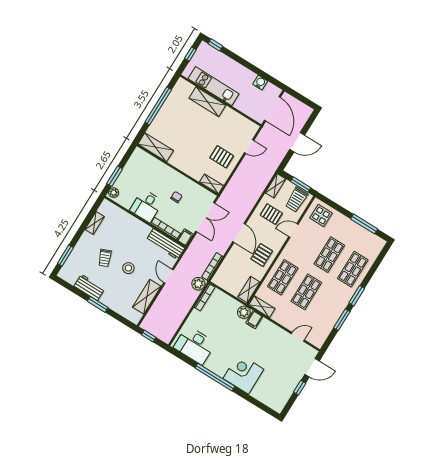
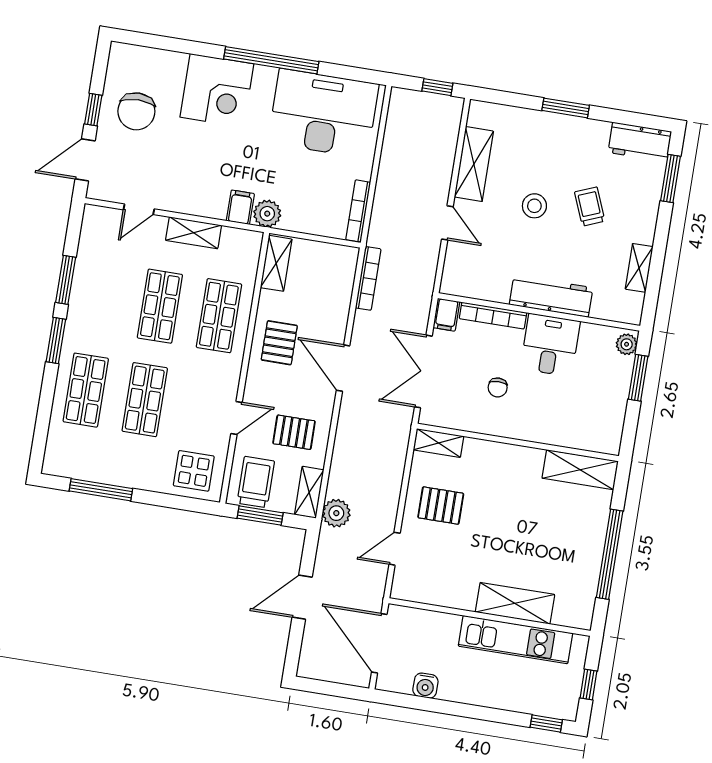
workbench: (165, 244) -> (551, 296), moved
plant: (198, 284) -> (336, 513), moved
workbench: (89, 287) -> (640, 142), moved
shelving: (262, 307) -> (194, 233), moved
desk: (195, 345) -> (323, 113), width x1.36, depth x1.30
chair: (282, 379) -> (136, 111), added

